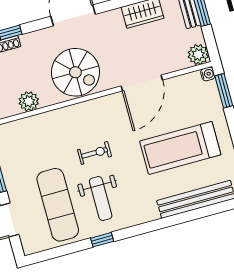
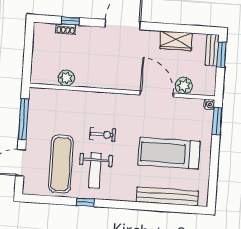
plant: (198, 55) -> (184, 86), moved
spiral stairs: (75, 72) -> (109, 68), removed
door: (142, 83) -> (157, 94), swing flipped

